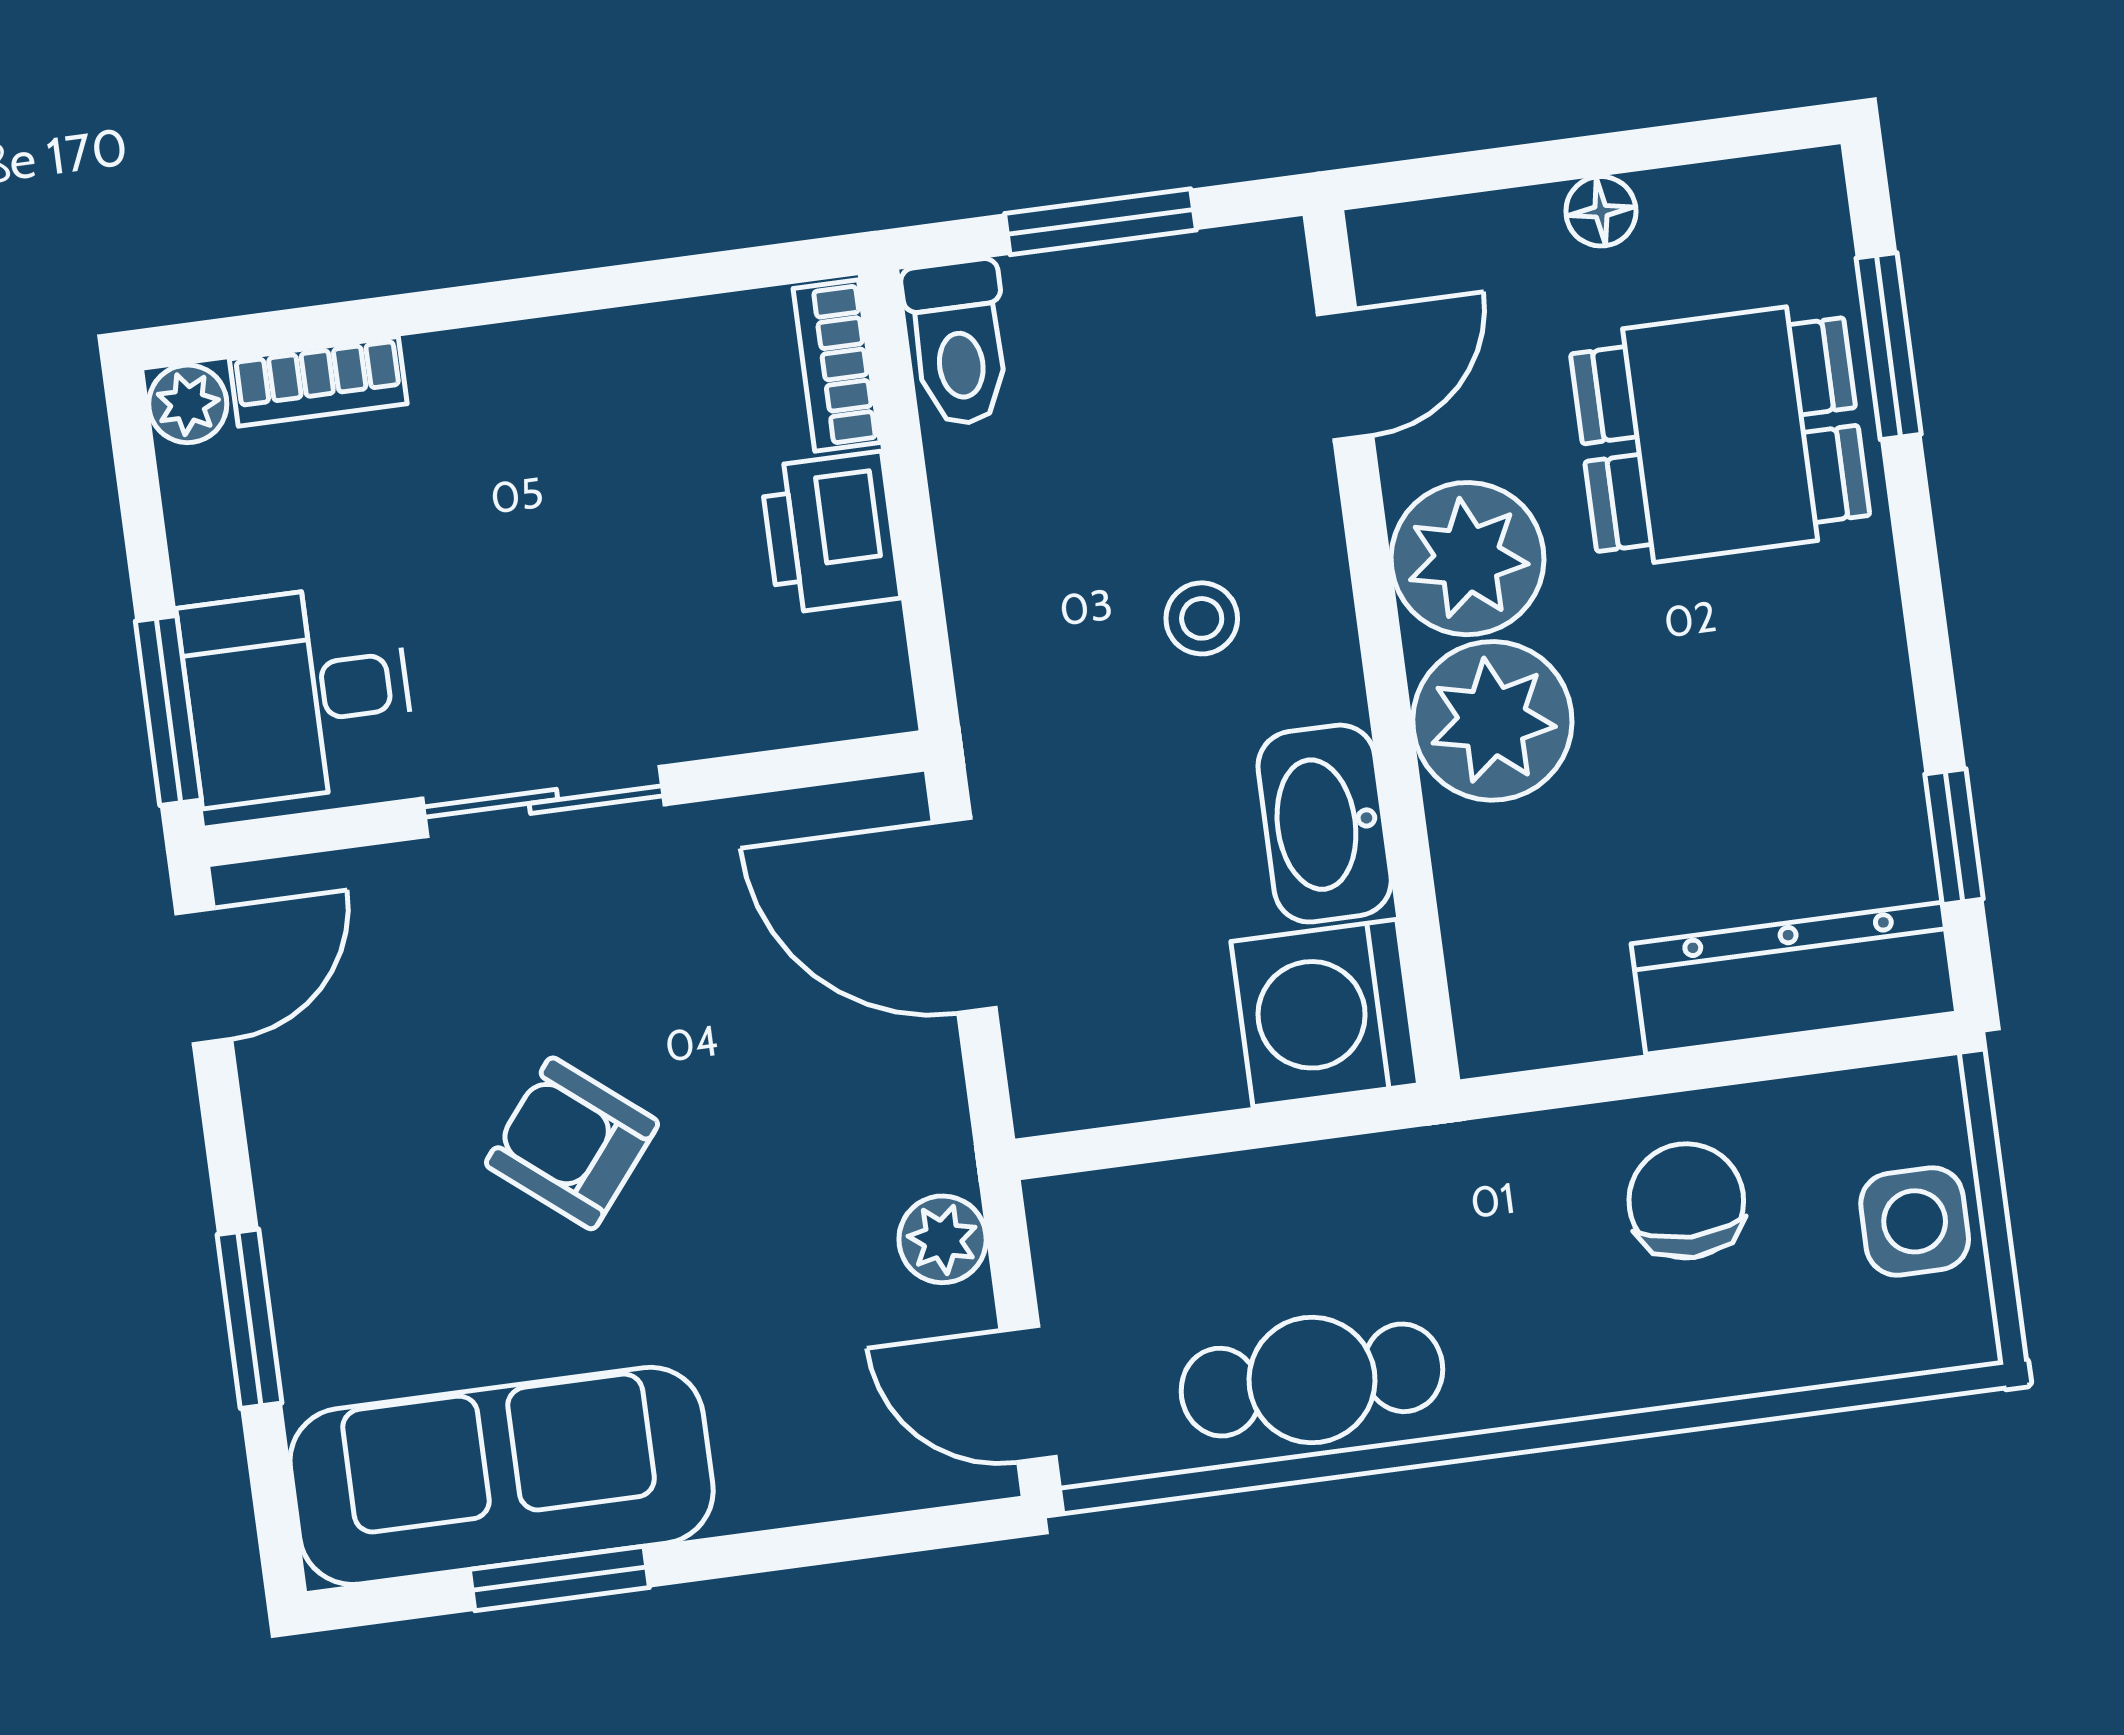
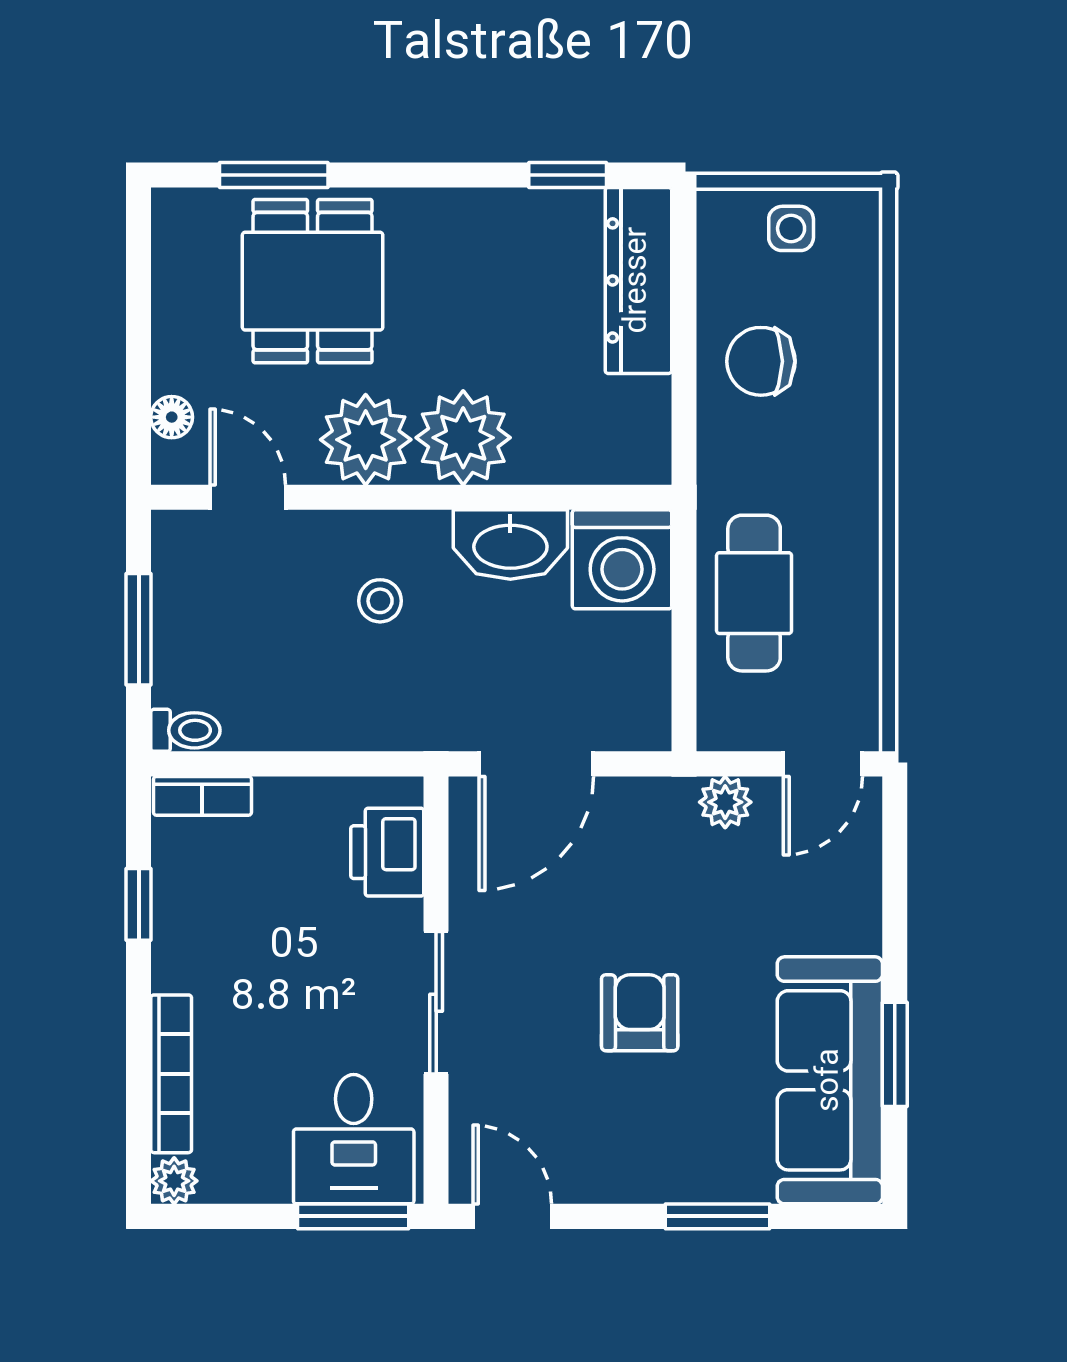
floor lamp: (1601, 211) -> (172, 417), moved
window: (641, 283) -> (139, 904), added
toilet: (958, 343) -> (185, 730), width x0.73, depth x0.72
bookcase: (318, 381) -> (171, 1074), width x1.56
printer: (830, 533) -> (387, 852), moved, turned 90
armchair: (572, 1143) -> (640, 1013), turned 141
side table: (1915, 1221) -> (791, 228), width x0.73, depth x0.73
cafe table: (1312, 1380) -> (754, 593), moved

